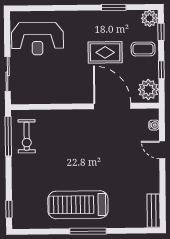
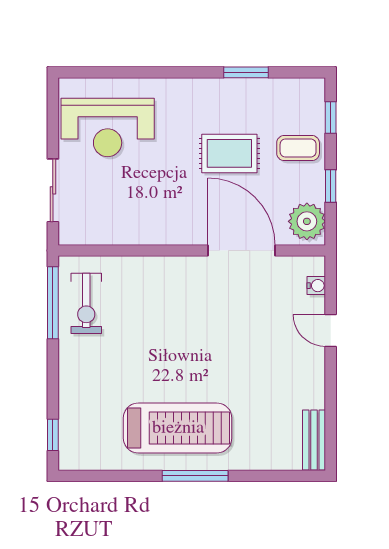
plant: (150, 18) -> (310, 93), removed
treadmill: (78, 205) -> (178, 428), turned 180

